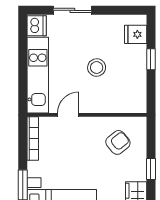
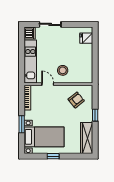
window: (151, 59) -> (95, 52), removed
stool: (97, 67) -> (63, 70), moved
door: (68, 115) -> (48, 84), hinge flipped

